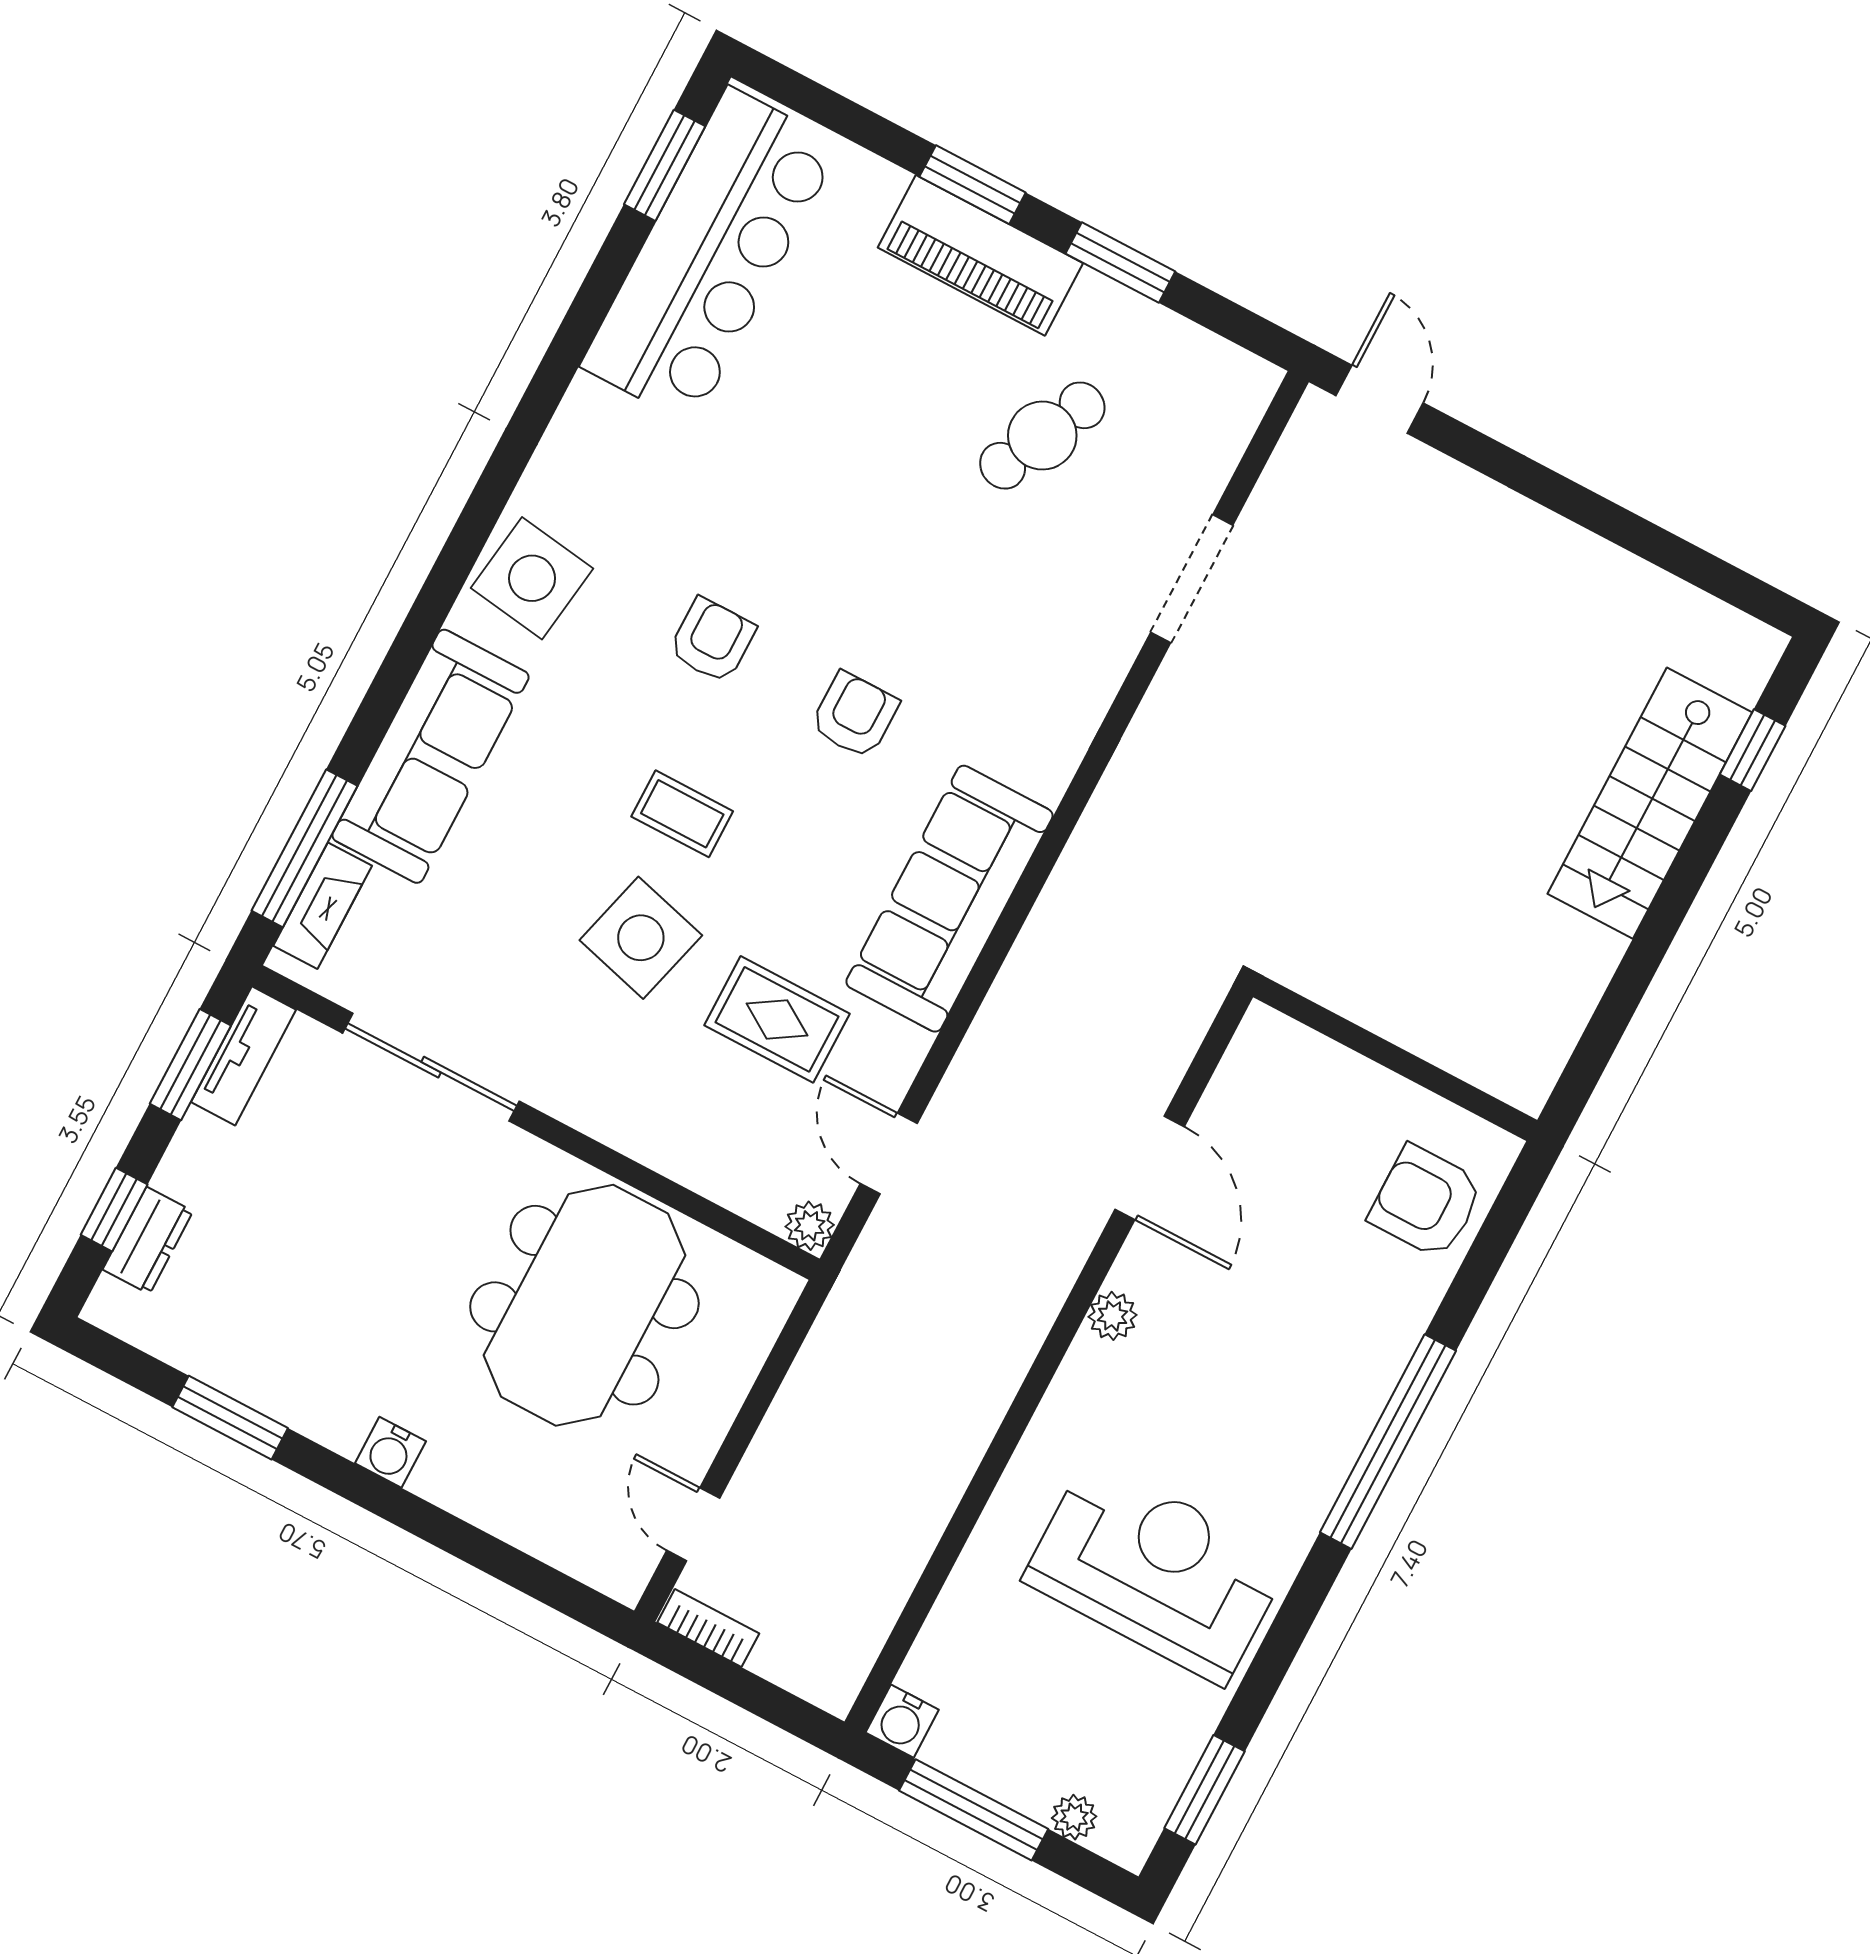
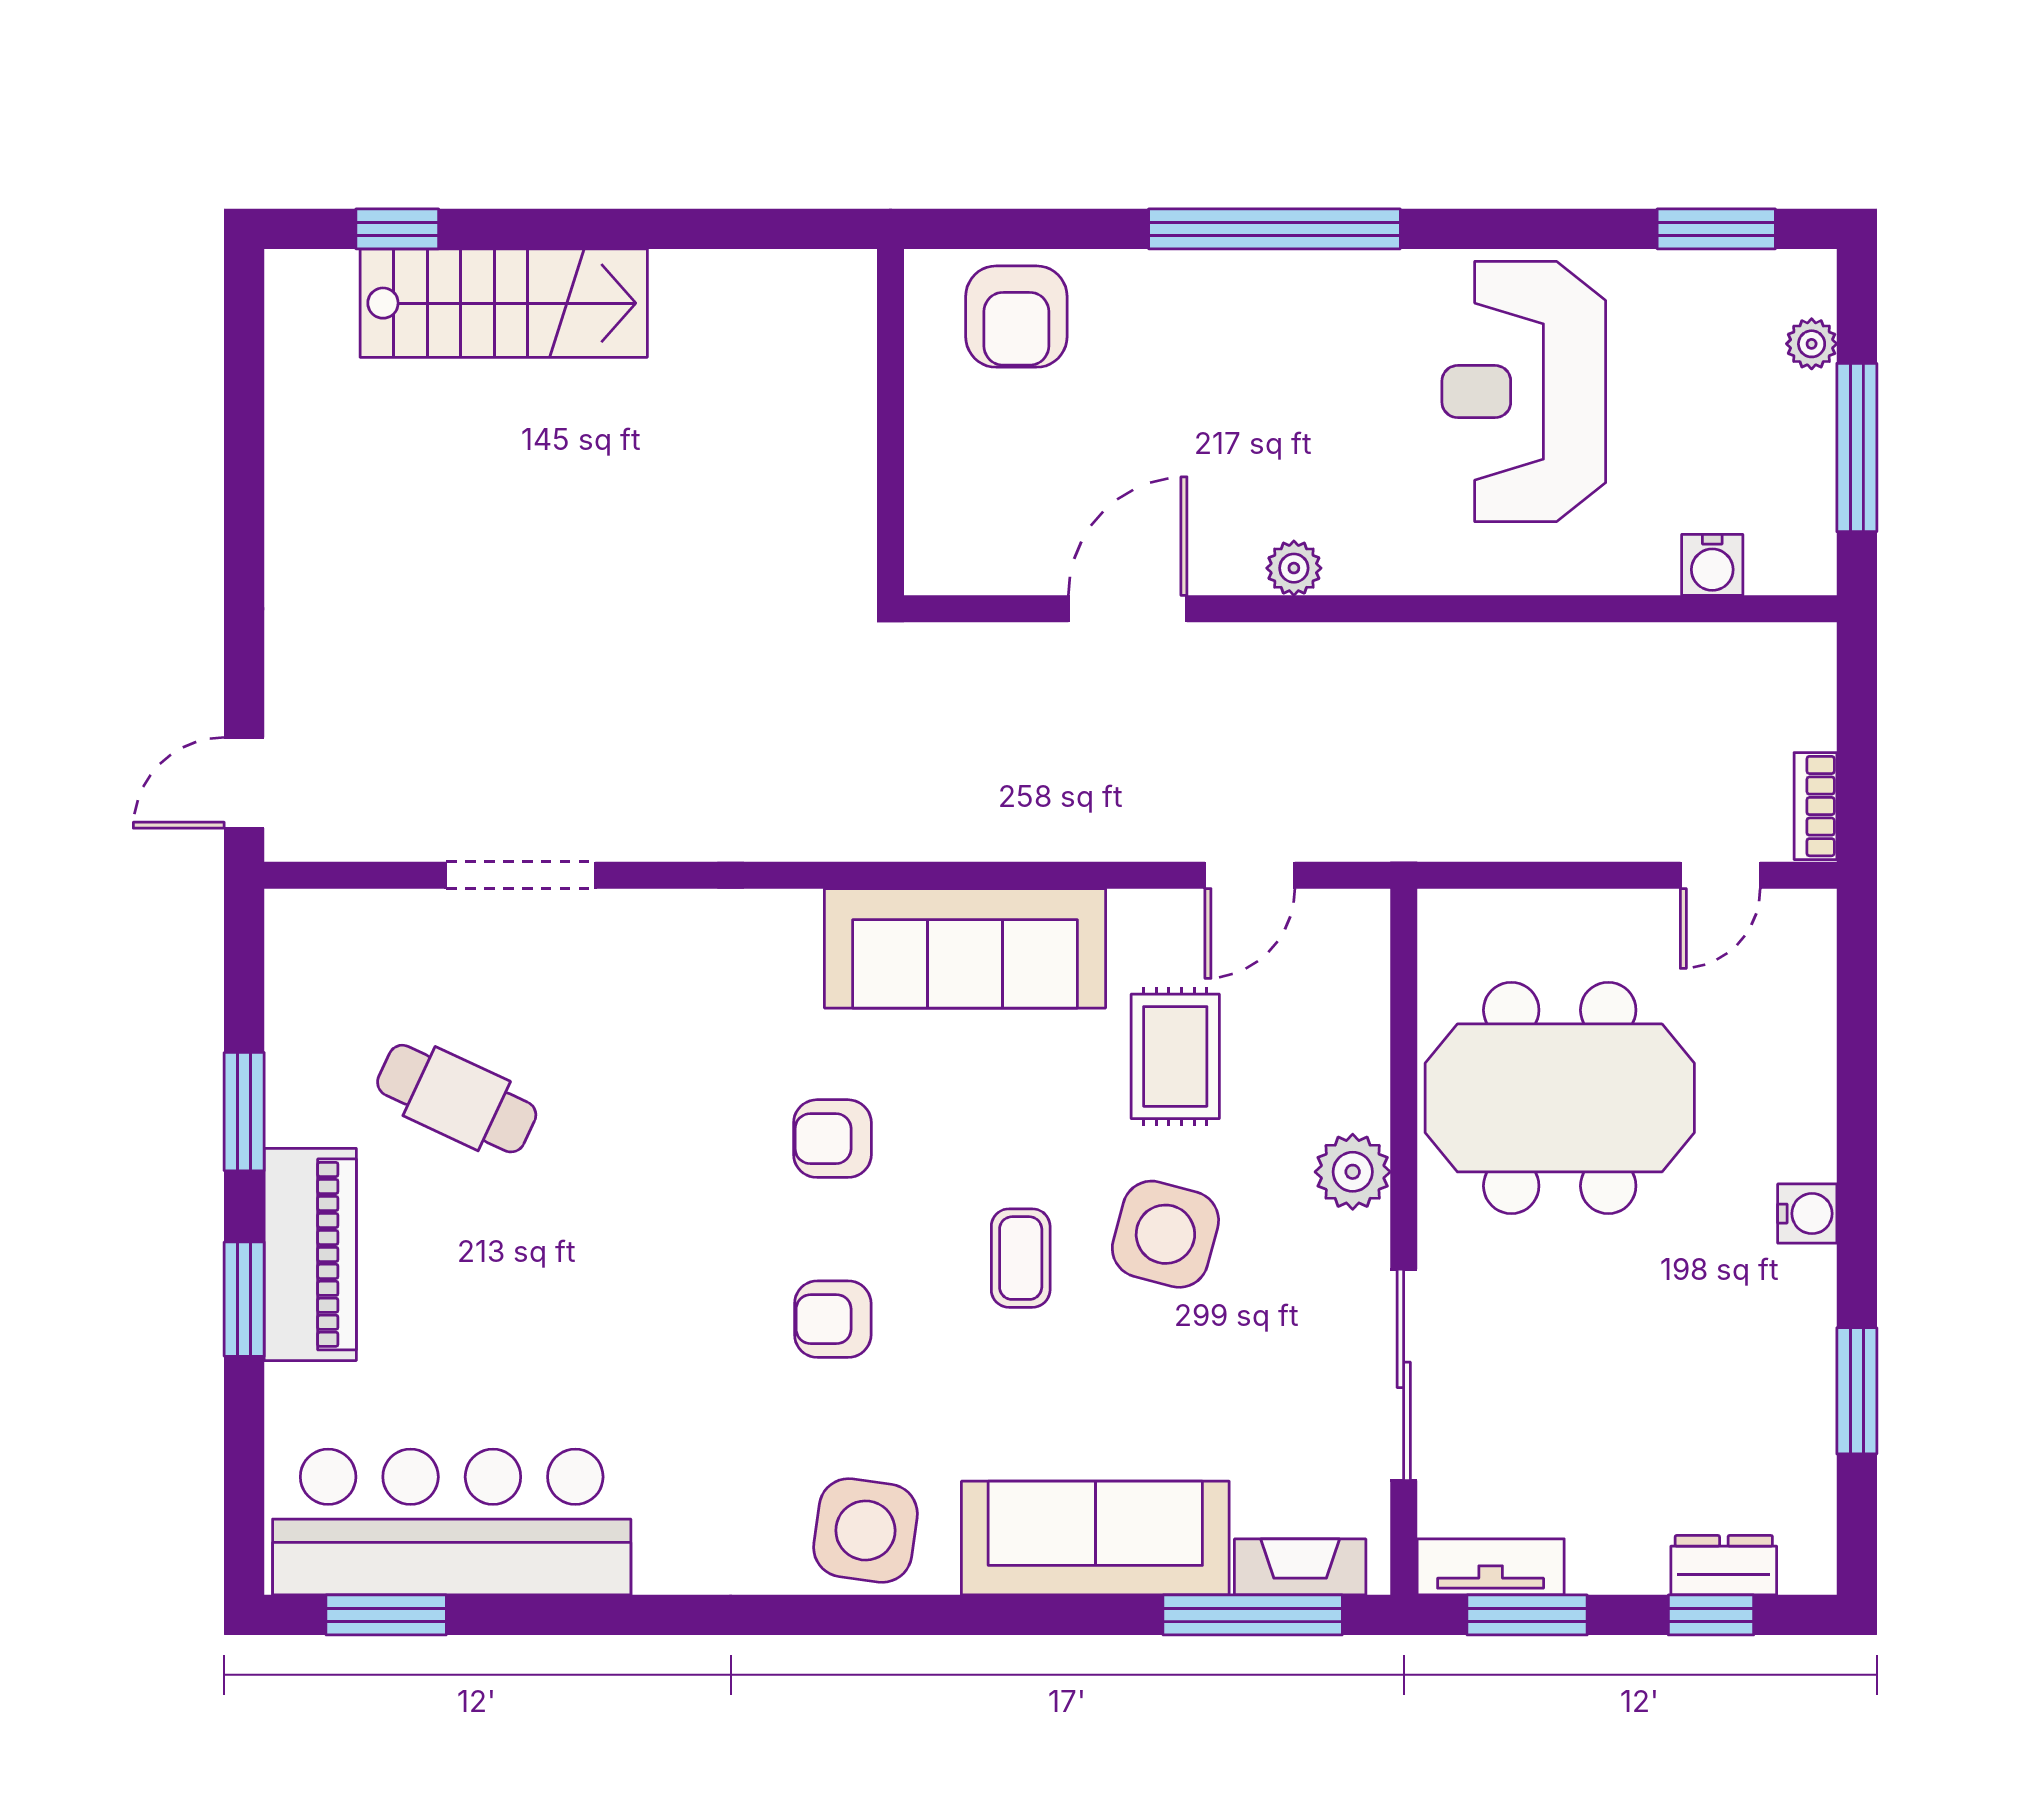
plant: (810, 1226) -> (1353, 1172), moved, width x1.38, depth x1.38
water cooler: (902, 1721) -> (1712, 565), moved, turned 90

